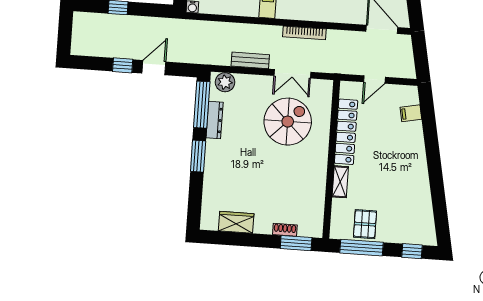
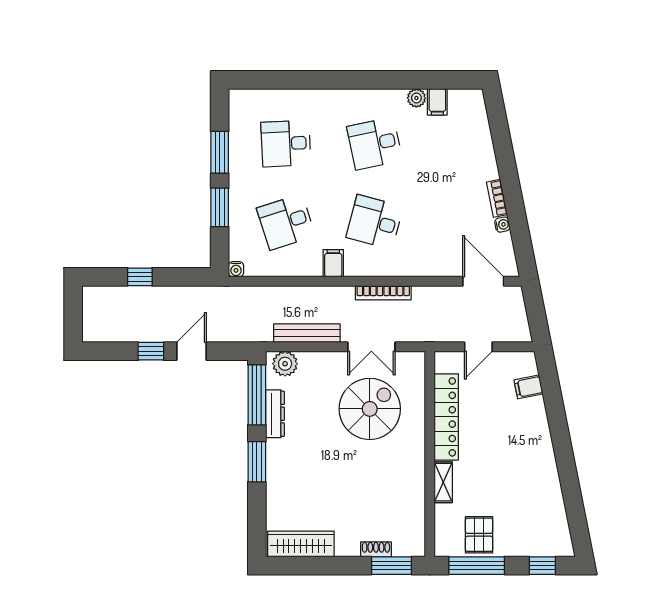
bench: (250, 60) -> (307, 333), width x1.36
wardrobe: (236, 222) -> (301, 544), width x1.50

